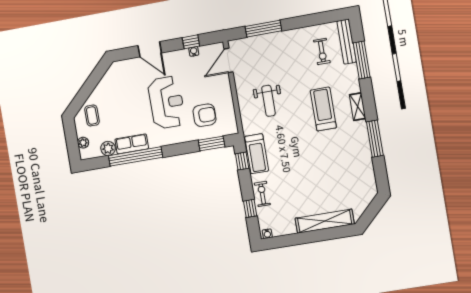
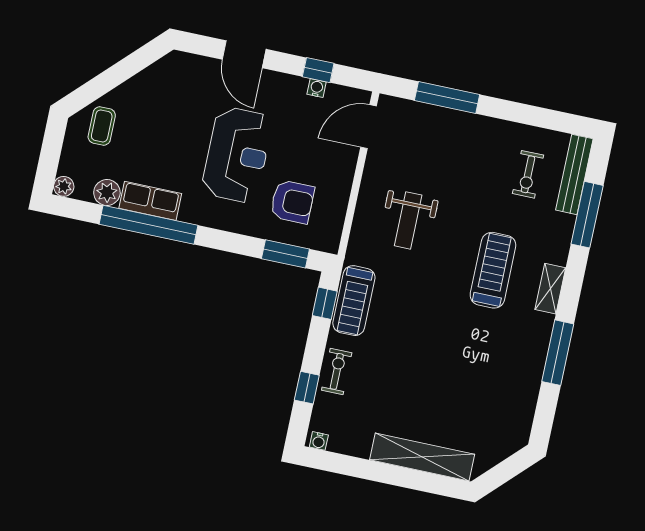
plant: (83, 143) -> (64, 186), moved

